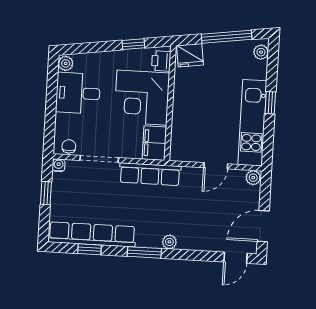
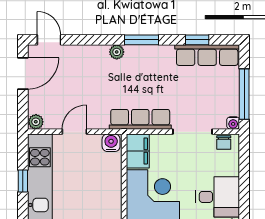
window: (270, 103) -> (23, 181), moved
water cooler: (180, 153) -> (111, 143), added
window: (46, 193) -> (244, 94), width x2.17
row of seats: (92, 234) -> (207, 55), width x0.73
door: (236, 258) -> (49, 40), hinge flipped

